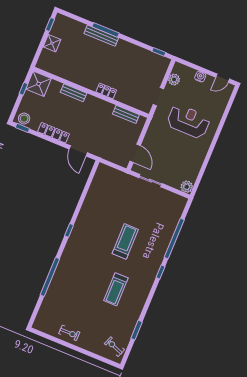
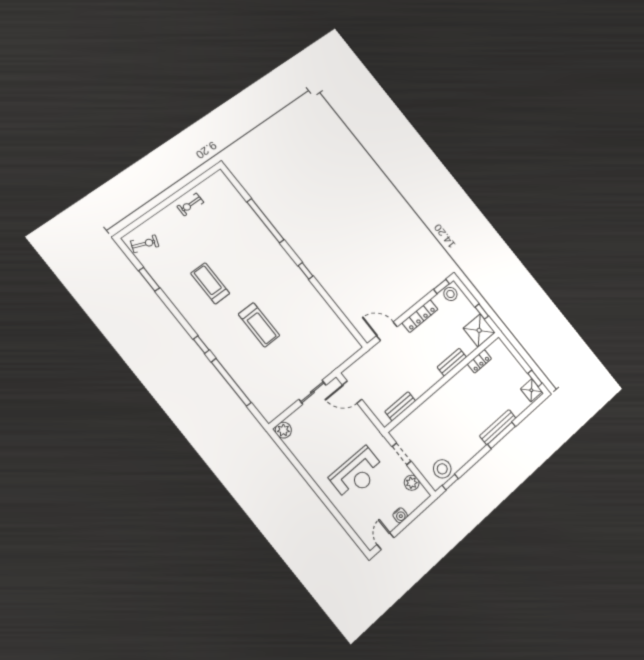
shower: (52, 43) -> (531, 390), moved
stool: (153, 62) -> (442, 469), added
locker: (106, 91) -> (479, 361), moved

